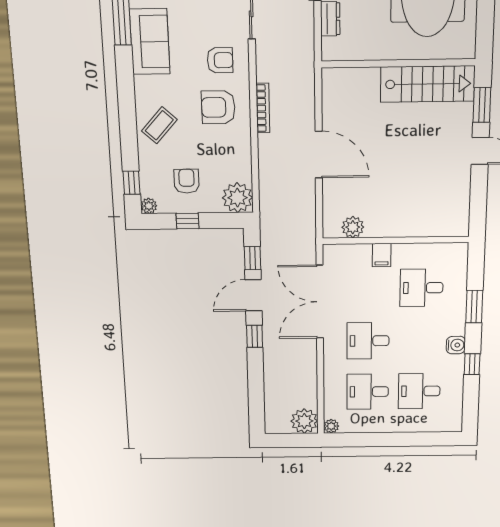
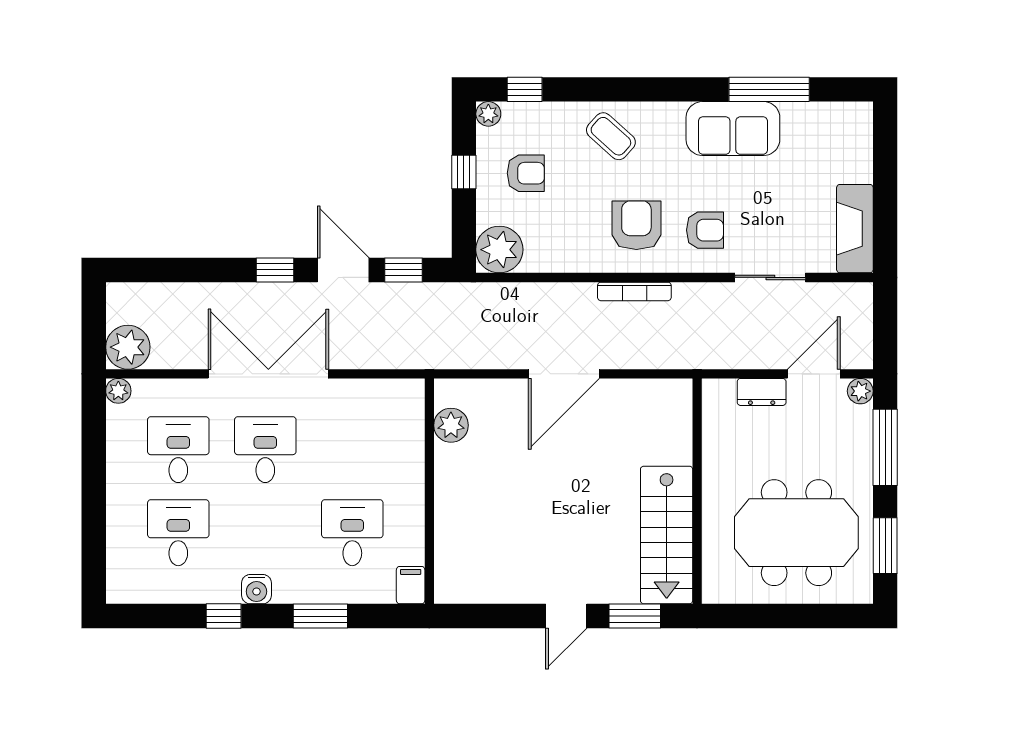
armchair: (220, 60) -> (705, 230), turned -90
filing cabinet: (382, 255) -> (411, 585), moved, turned 90
double door: (320, 302) -> (268, 374), moved

